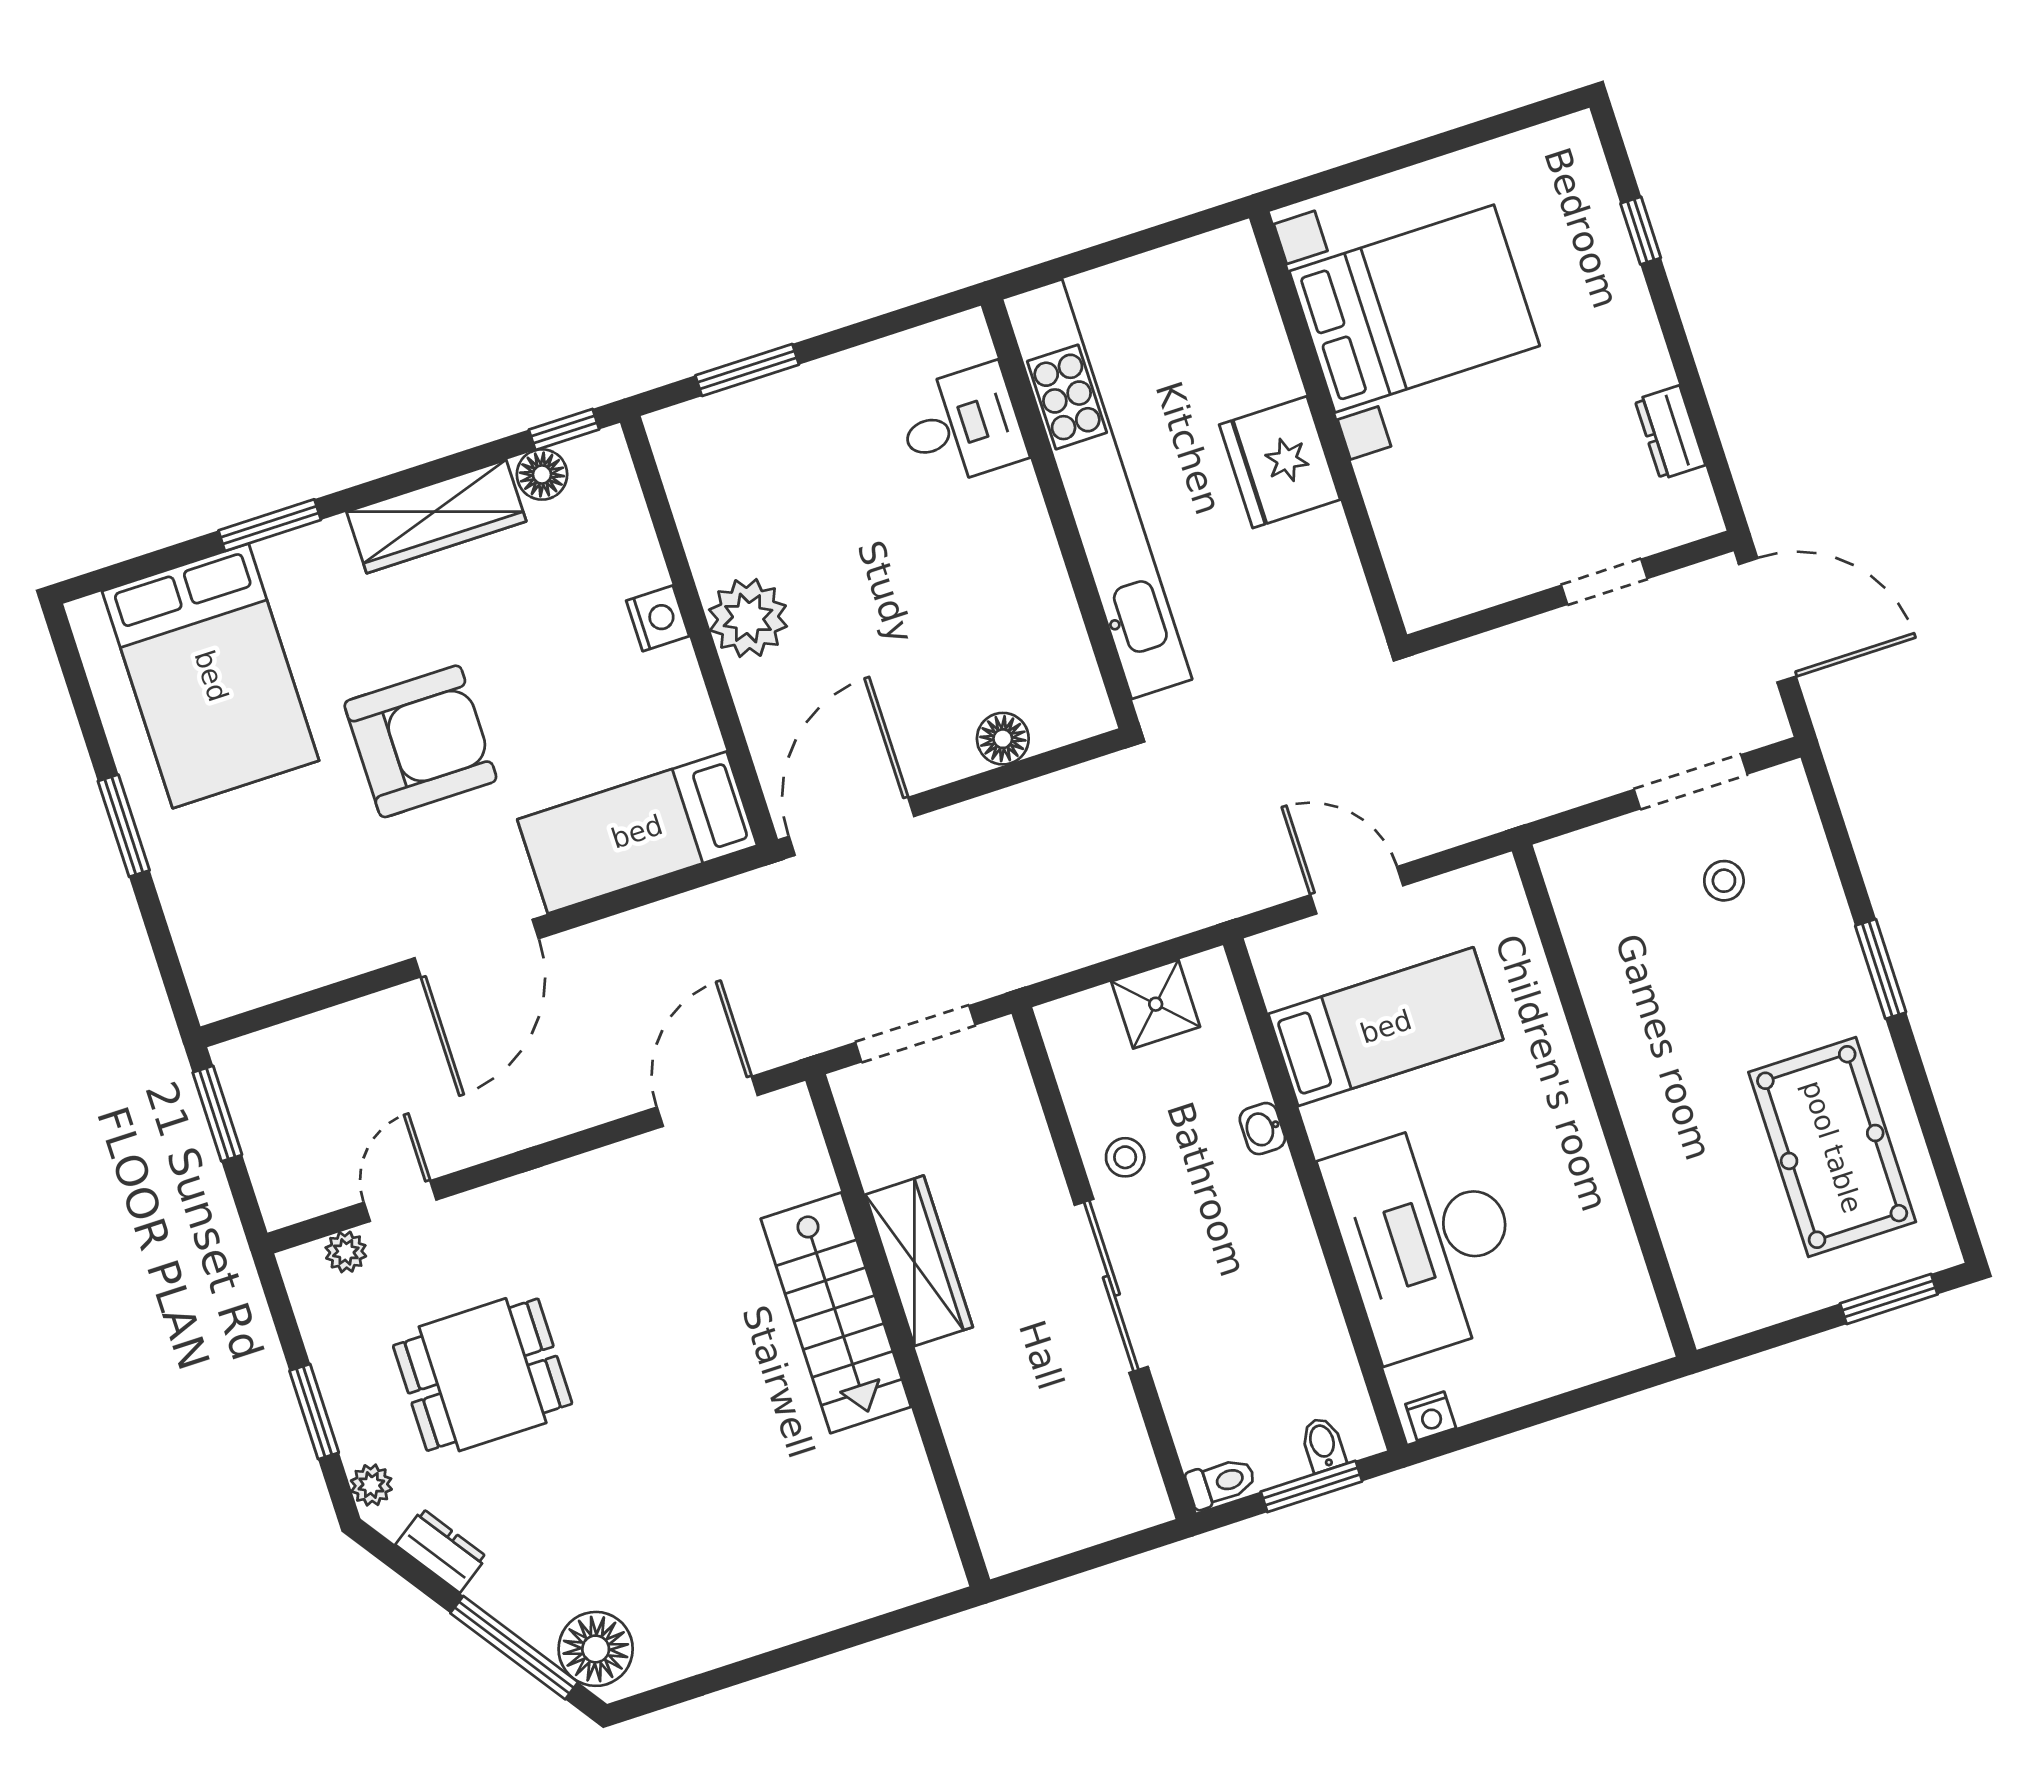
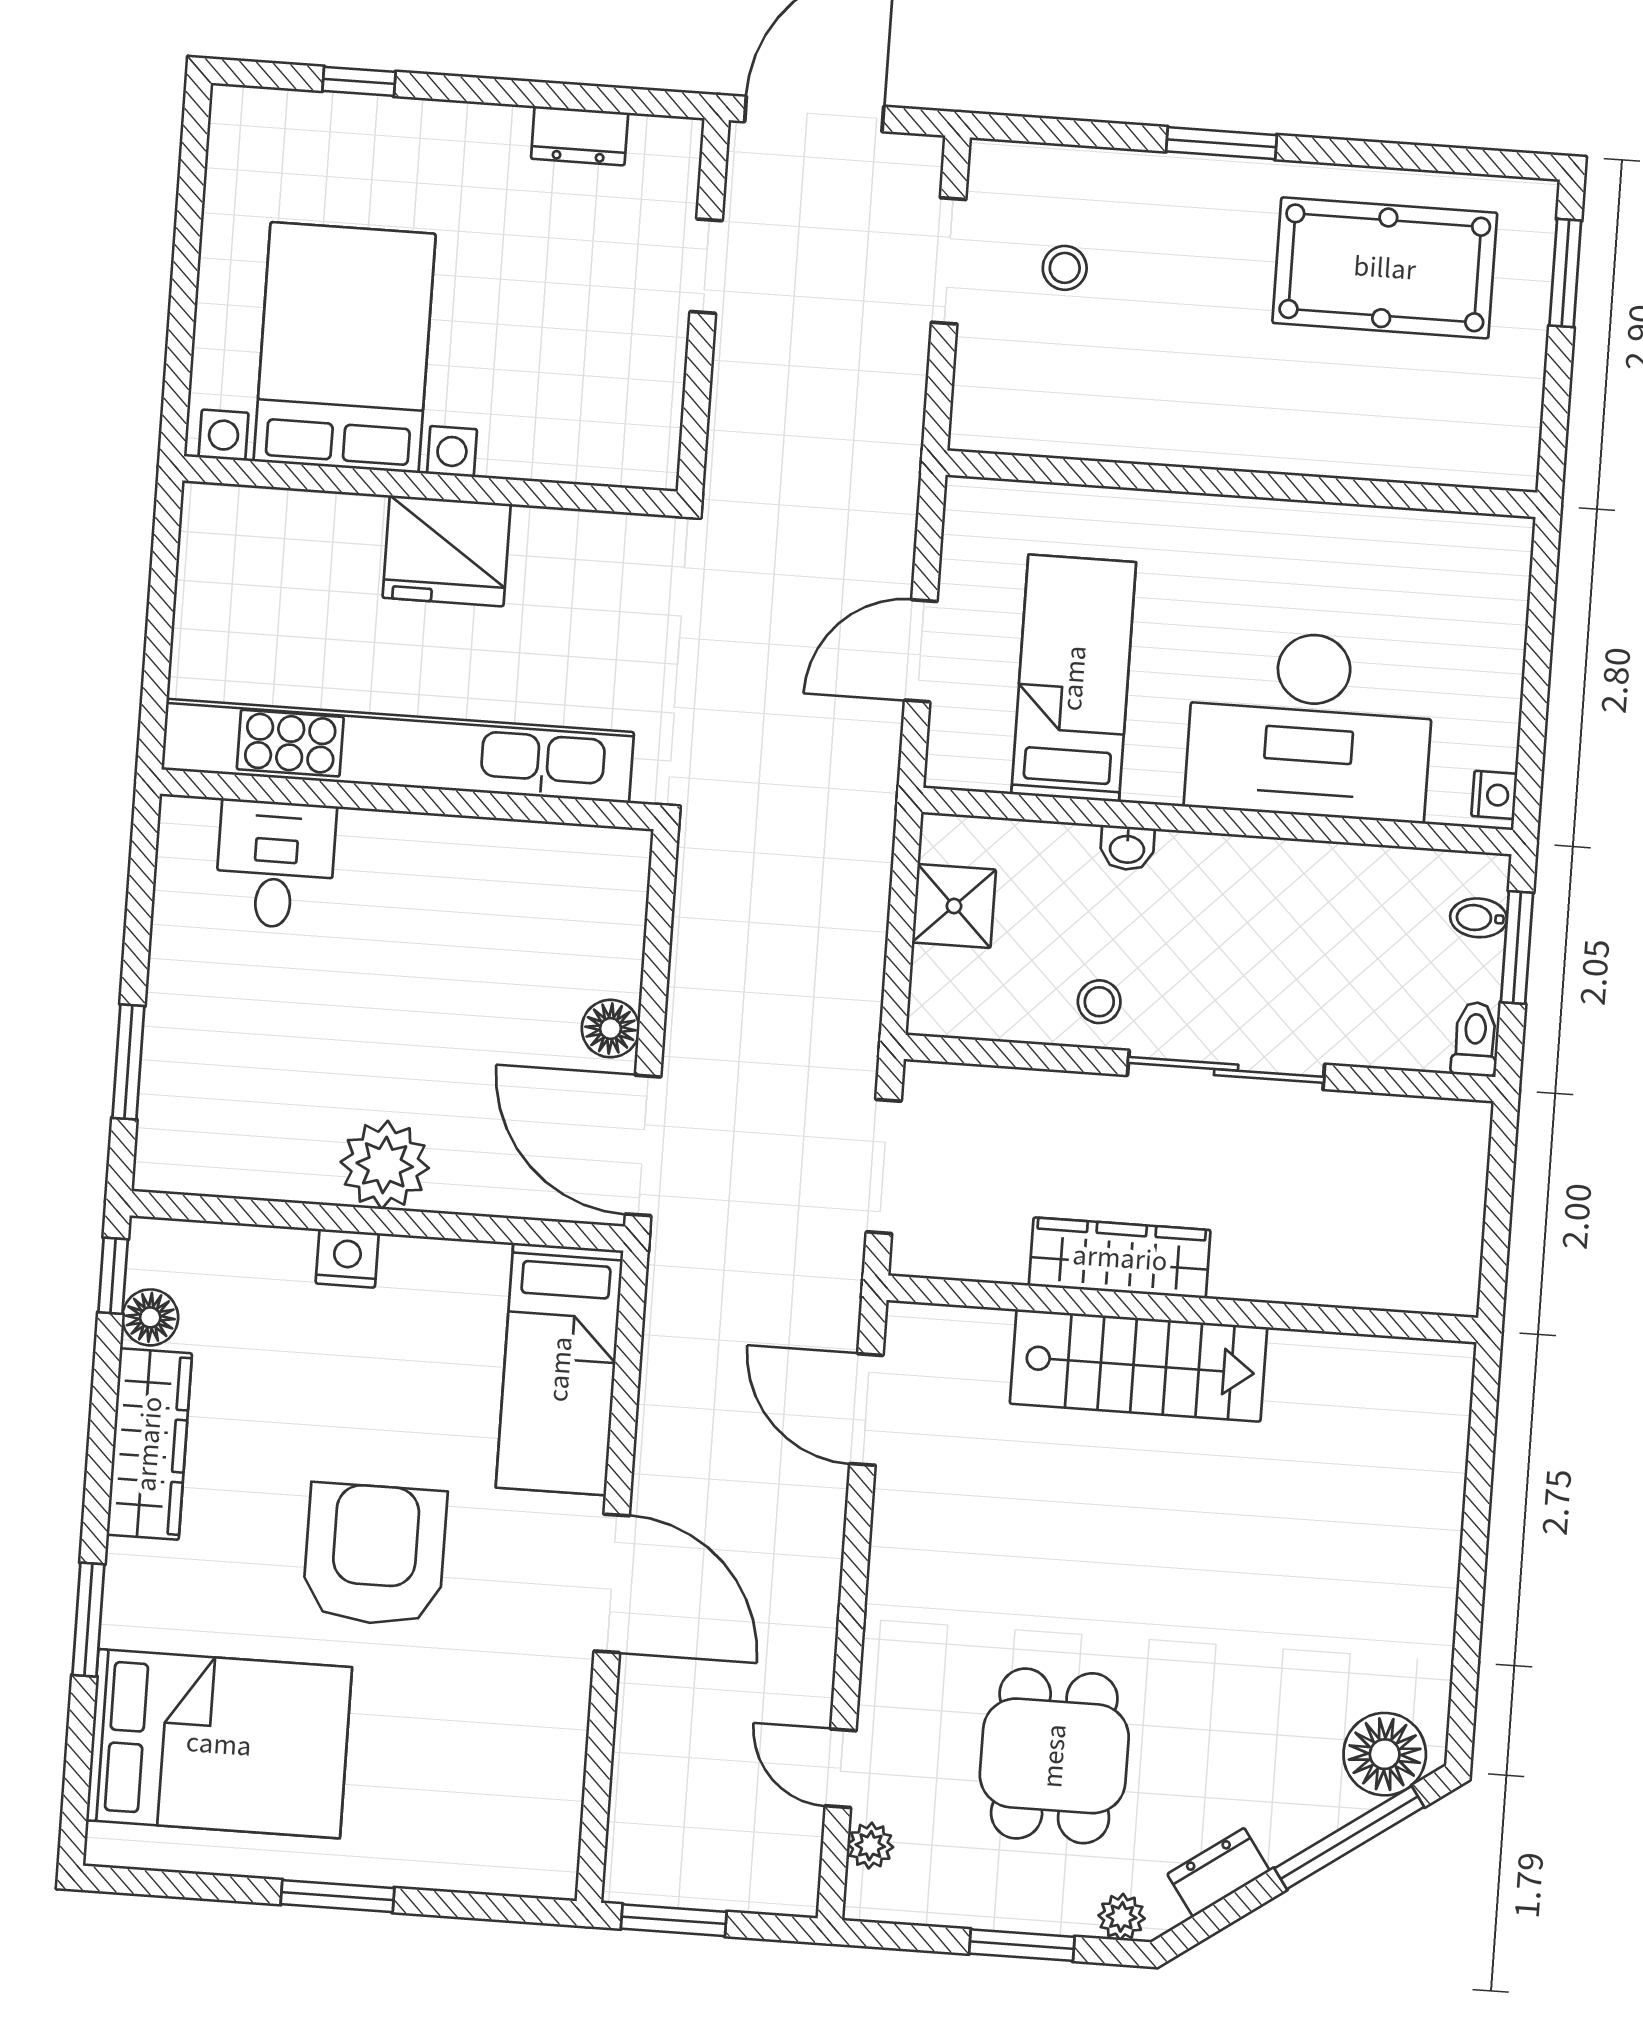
floor lamp: (1003, 739) -> (610, 1029), moved

